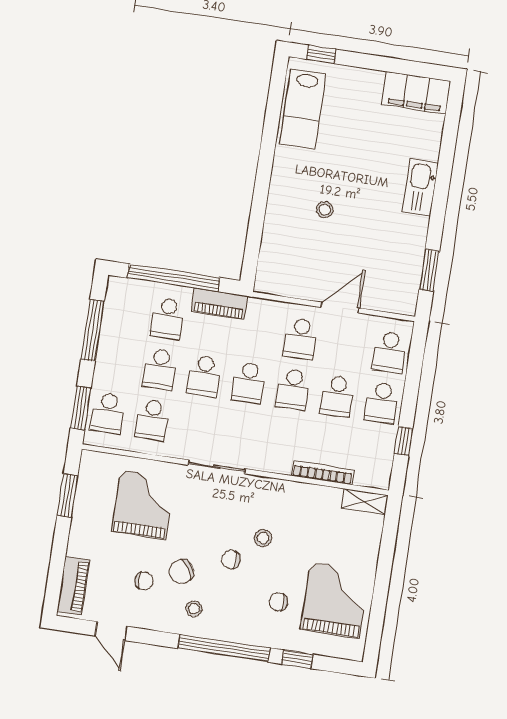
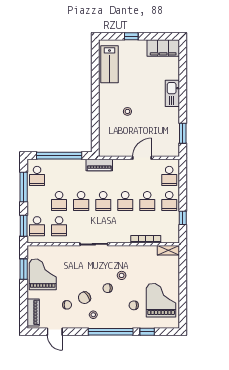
window: (321, 54) -> (131, 36), moved
piano: (219, 304) -> (99, 165), moved
school desk: (167, 319) -> (37, 176), moved
school desk: (300, 339) -> (125, 176), removed
grand piano: (143, 505) -> (43, 274), moved

